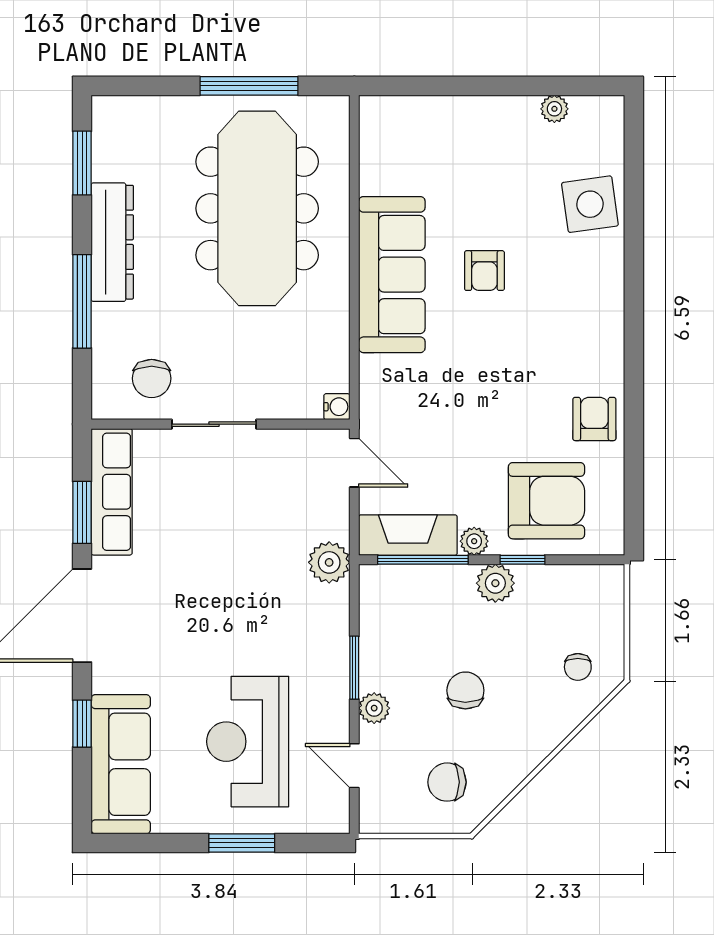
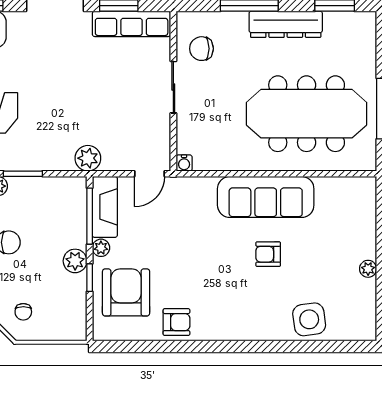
plant: (554, 109) -> (368, 269), moved
armchair: (546, 501) -> (126, 292), turned 180
chair: (578, 667) -> (23, 312), turned -90

